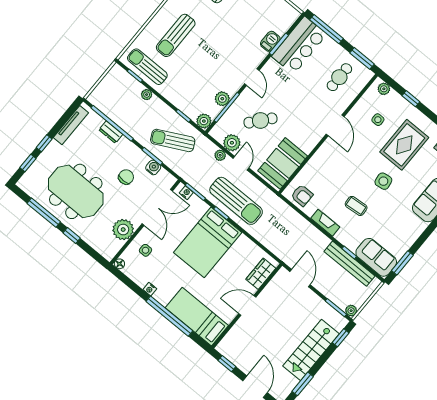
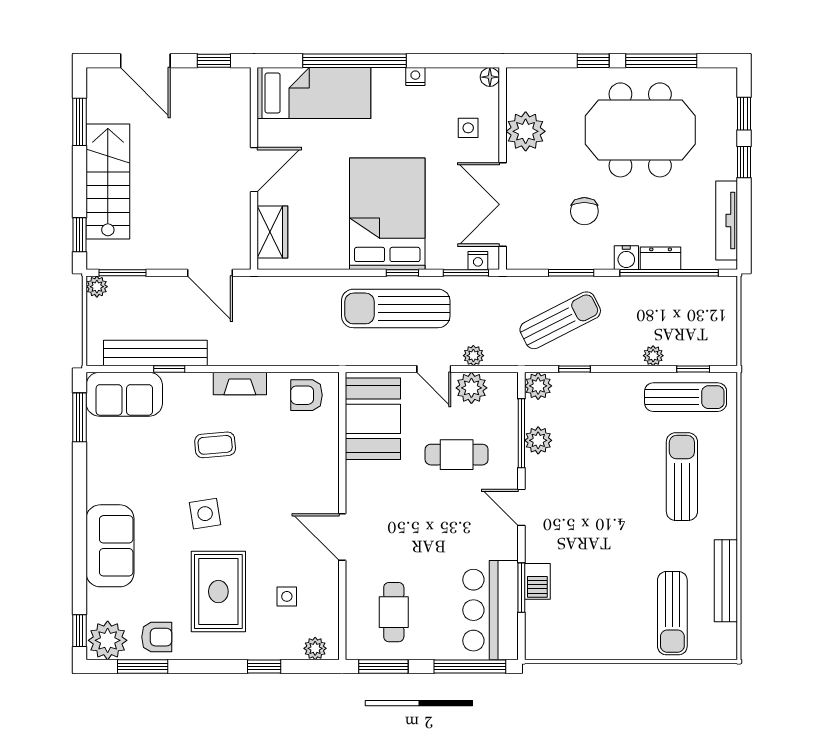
cafe table: (260, 120) -> (457, 455), turned 50
water cooler: (153, 167) -> (626, 258), moved

